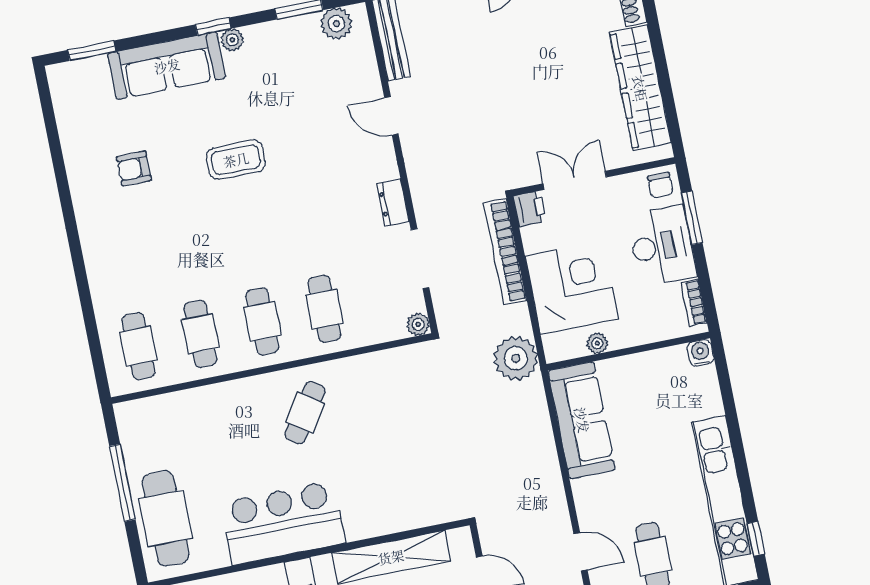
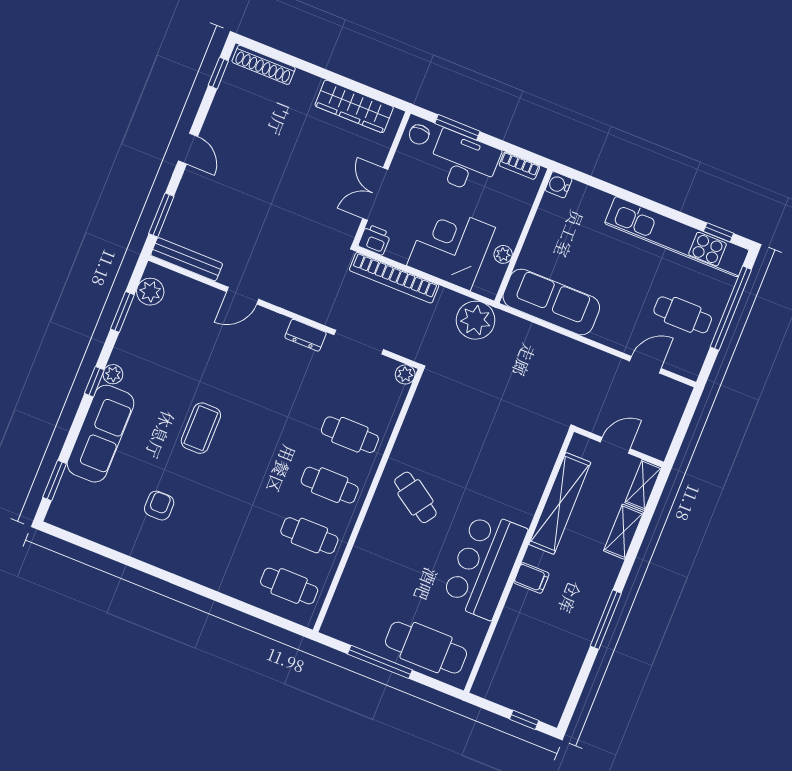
wardrobe: (640, 88) -> (354, 106), width x0.71, depth x0.85
armchair: (134, 168) -> (159, 506), turned 180
chair: (660, 185) -> (419, 135), turned 90

